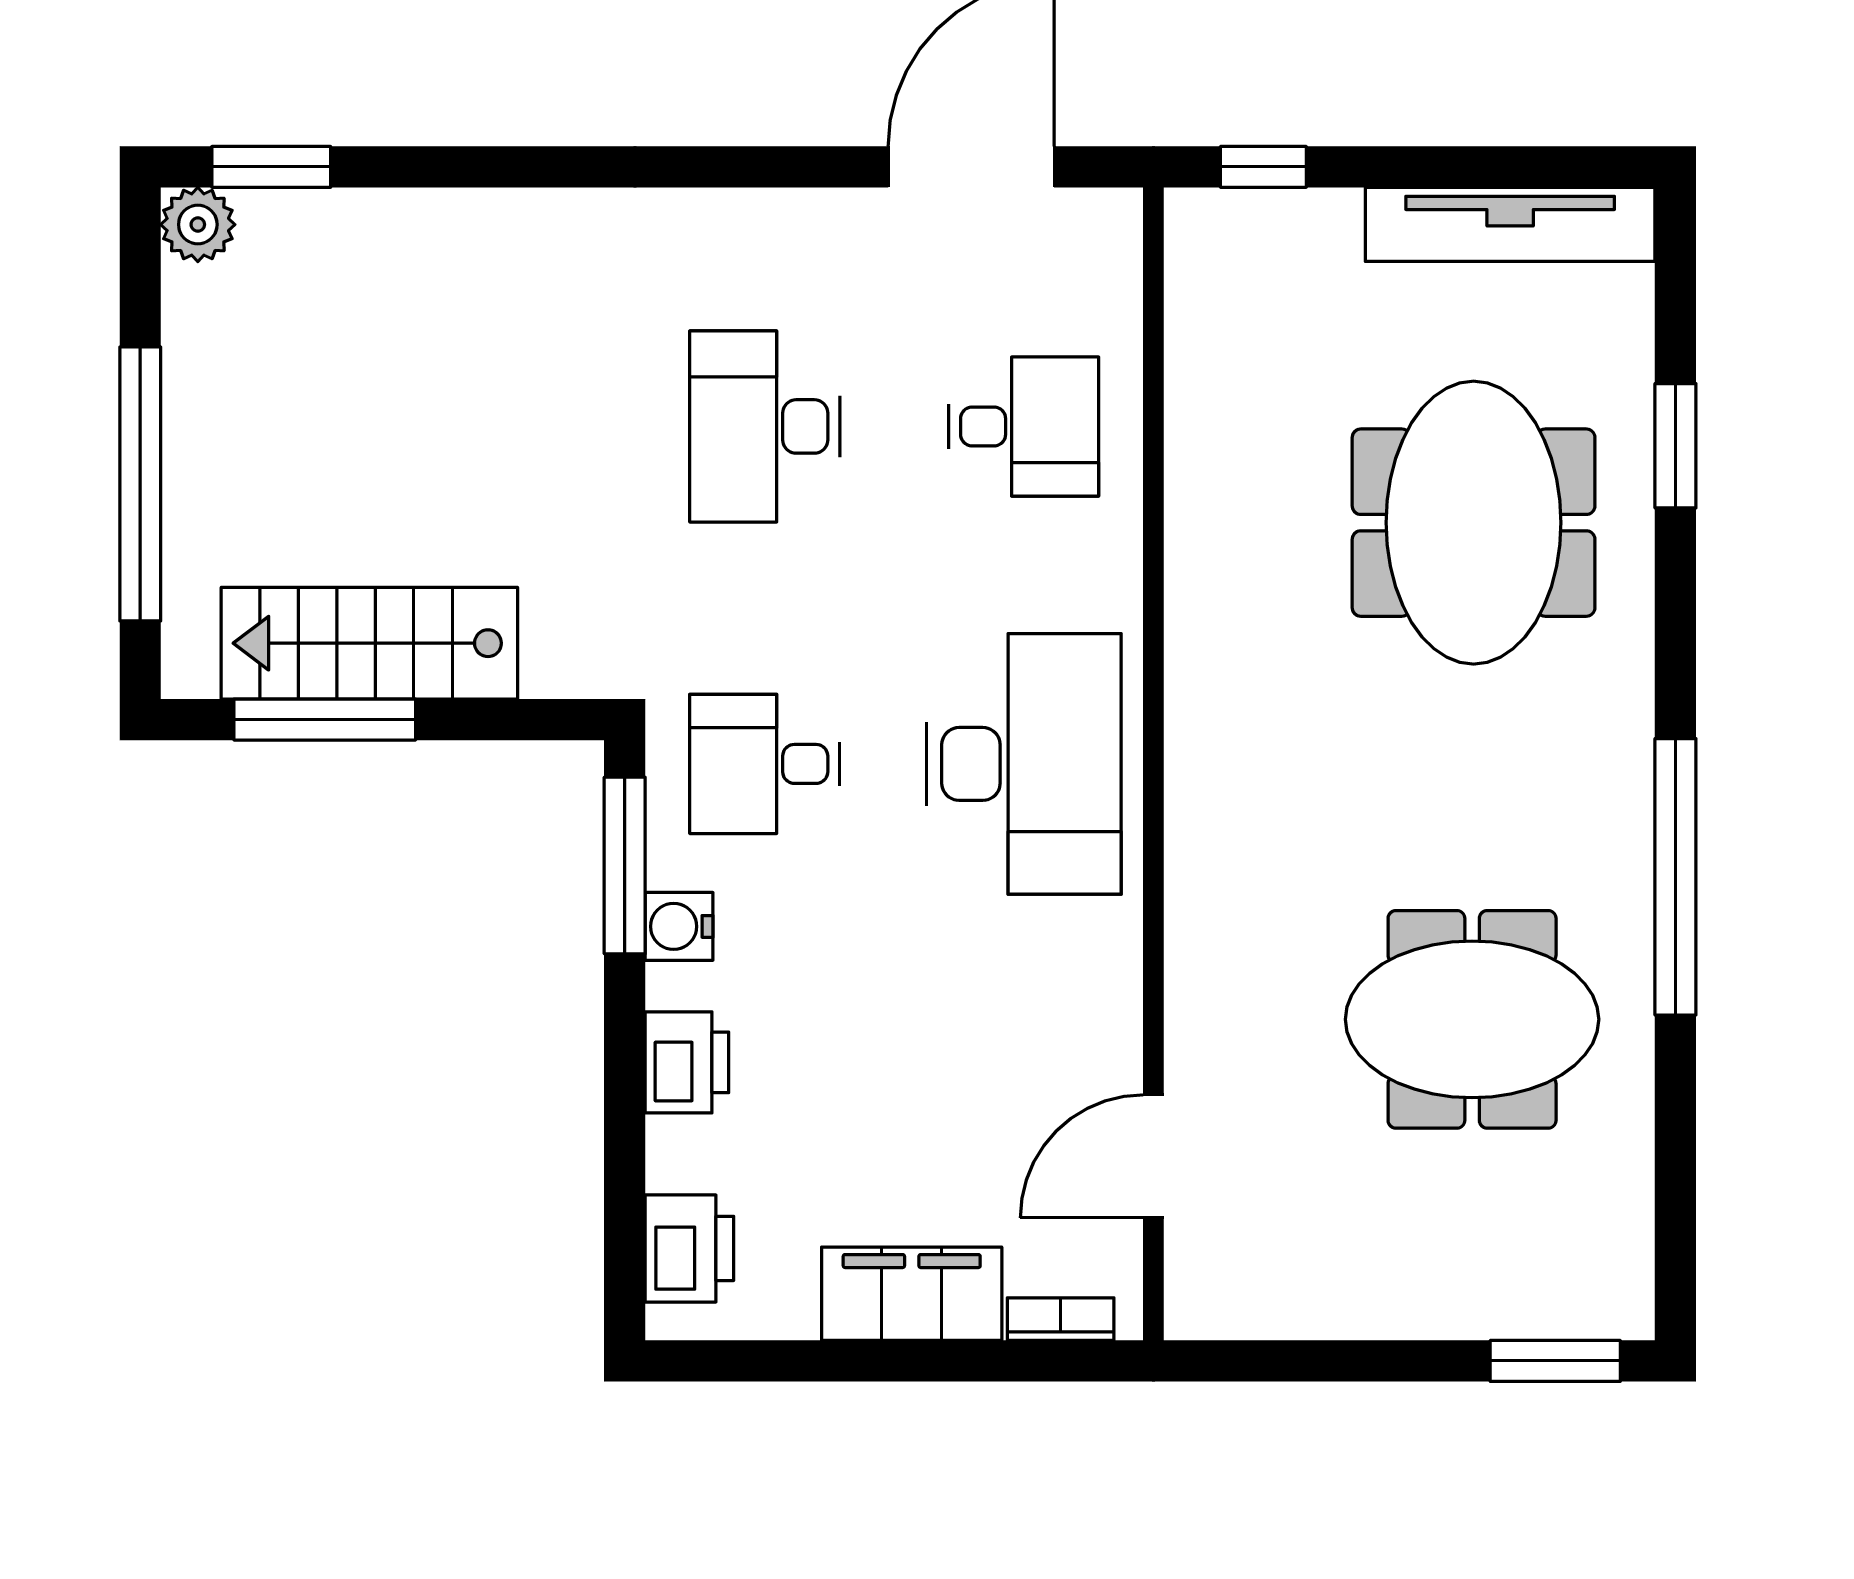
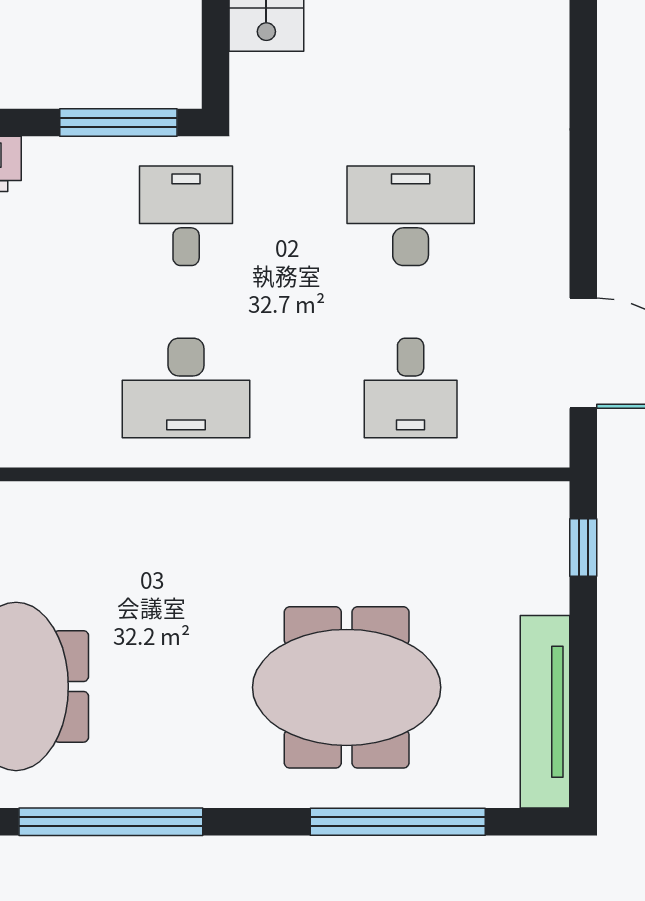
window: (1675, 446) -> (398, 822), width x2.11
desk: (1024, 764) -> (186, 388), width x0.73, depth x0.77
water cooler: (679, 926) -> (78, 159), removed

